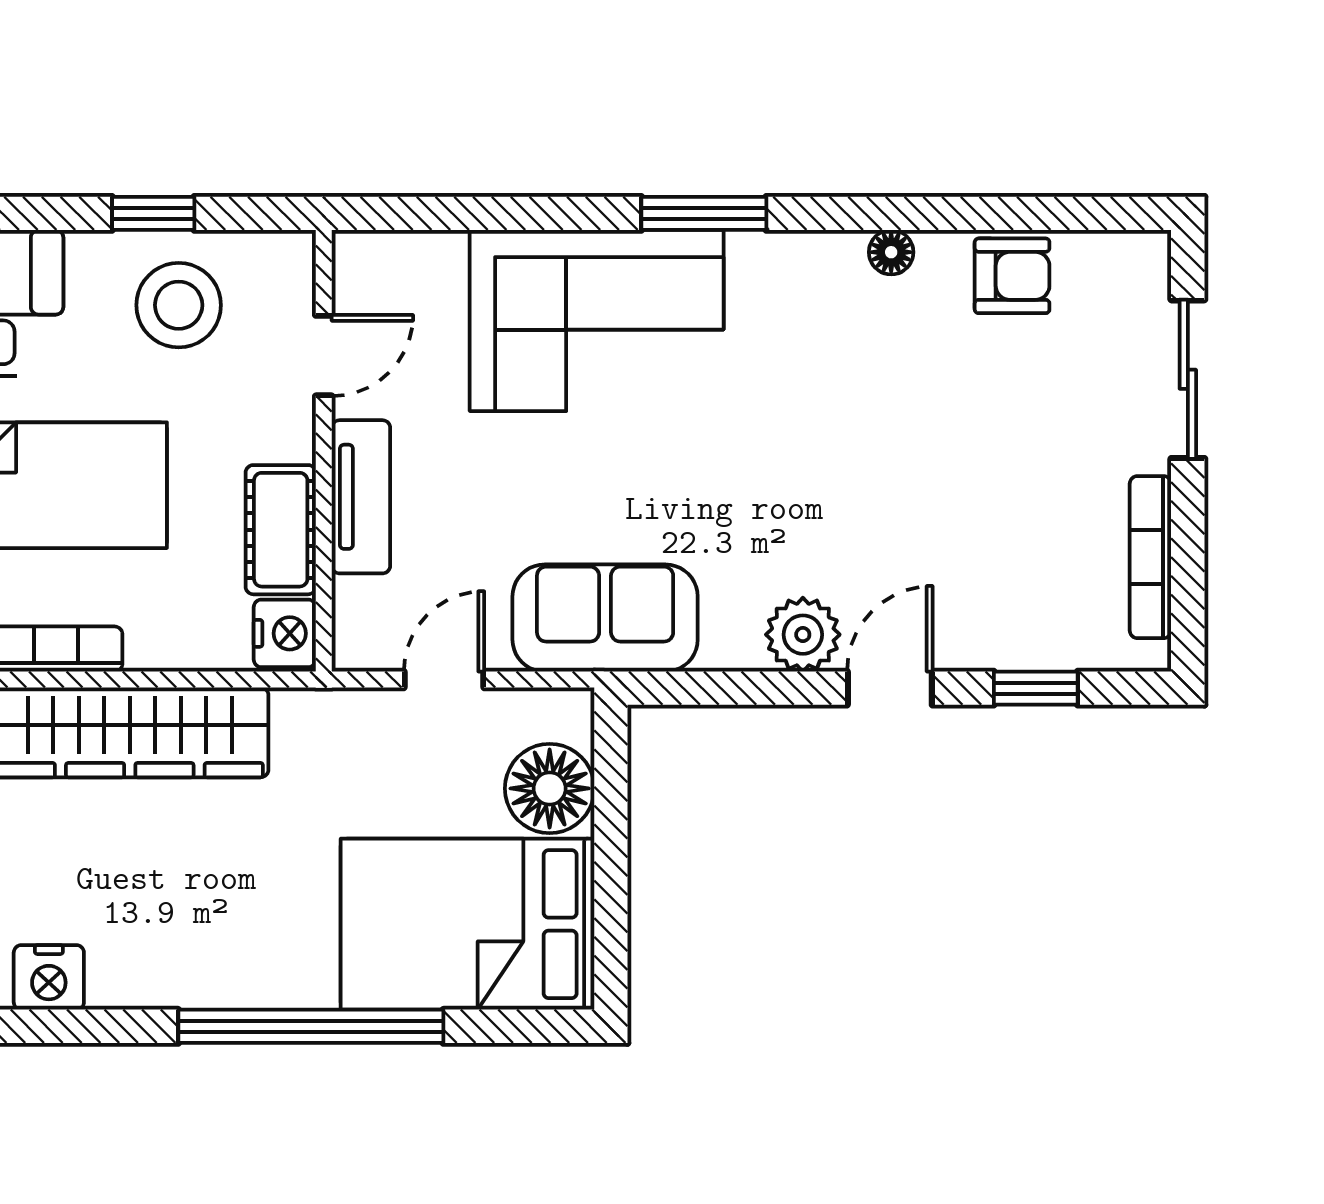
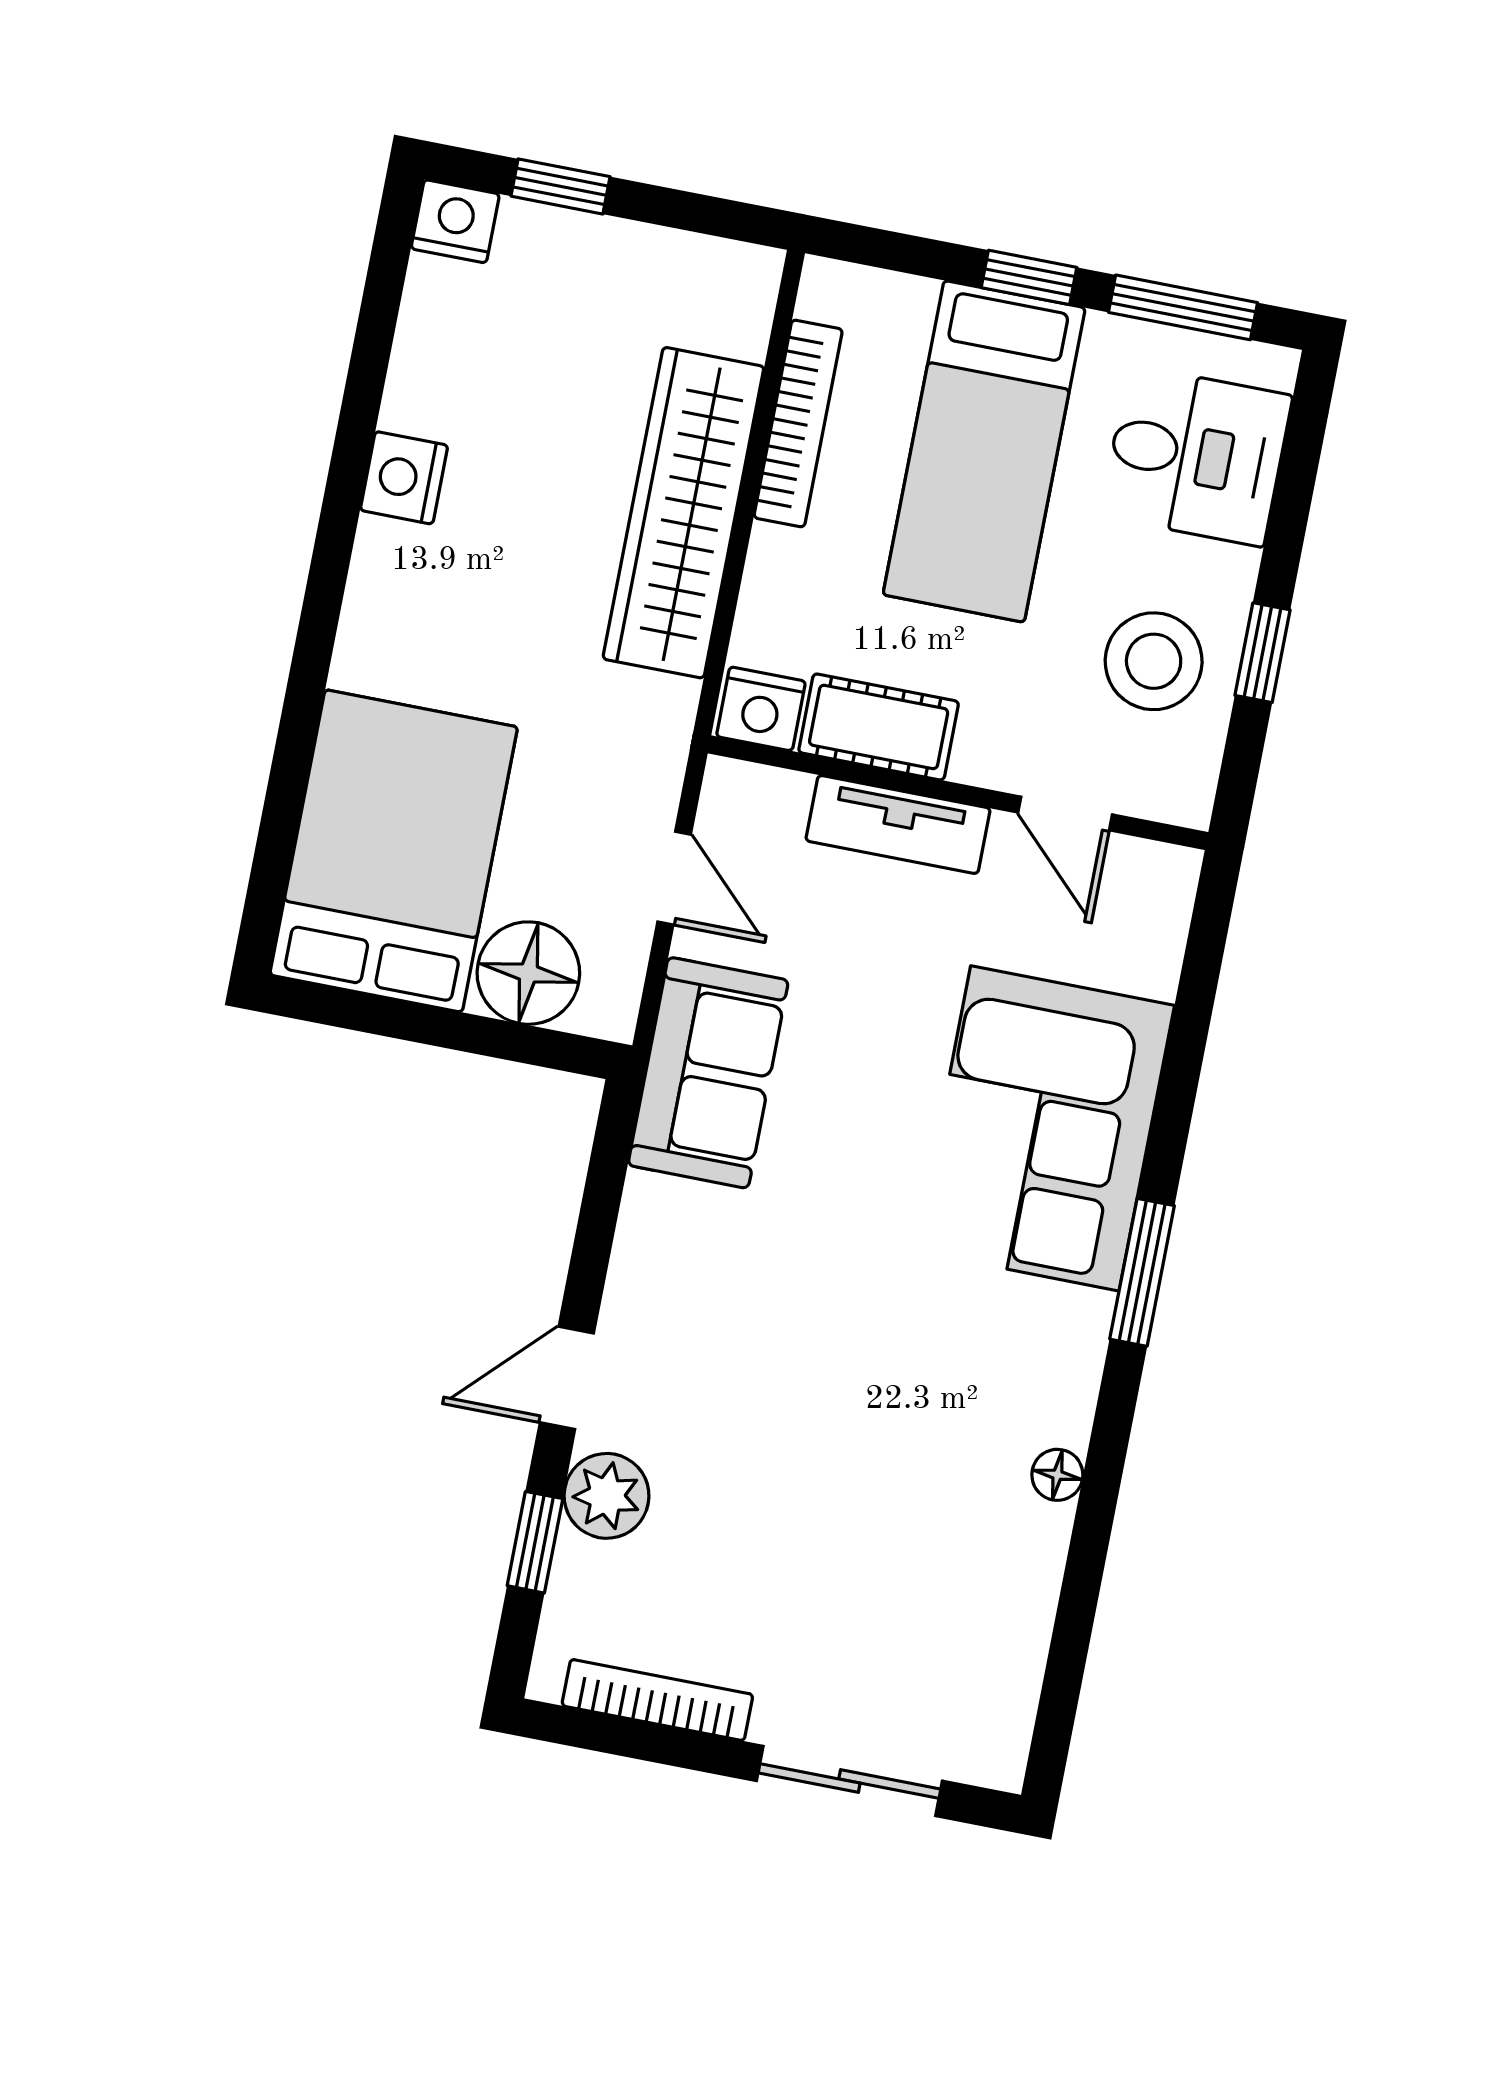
armchair: (1012, 276) -> (1004, 1606), removed
plant: (803, 635) -> (607, 1496), moved
door: (890, 688) -> (567, 1378), swing flipped
nightstand: (49, 977) -> (404, 478), moved
window: (311, 1026) -> (313, 652), removed

